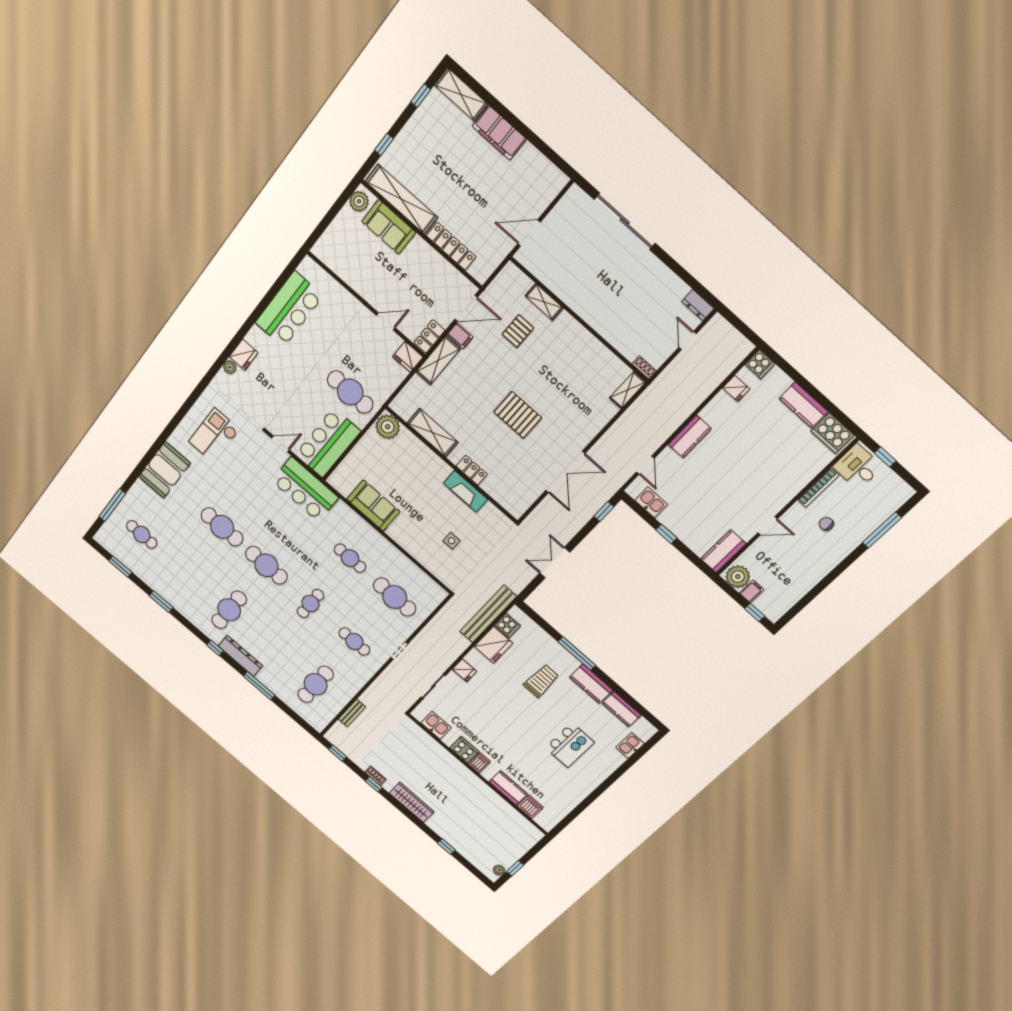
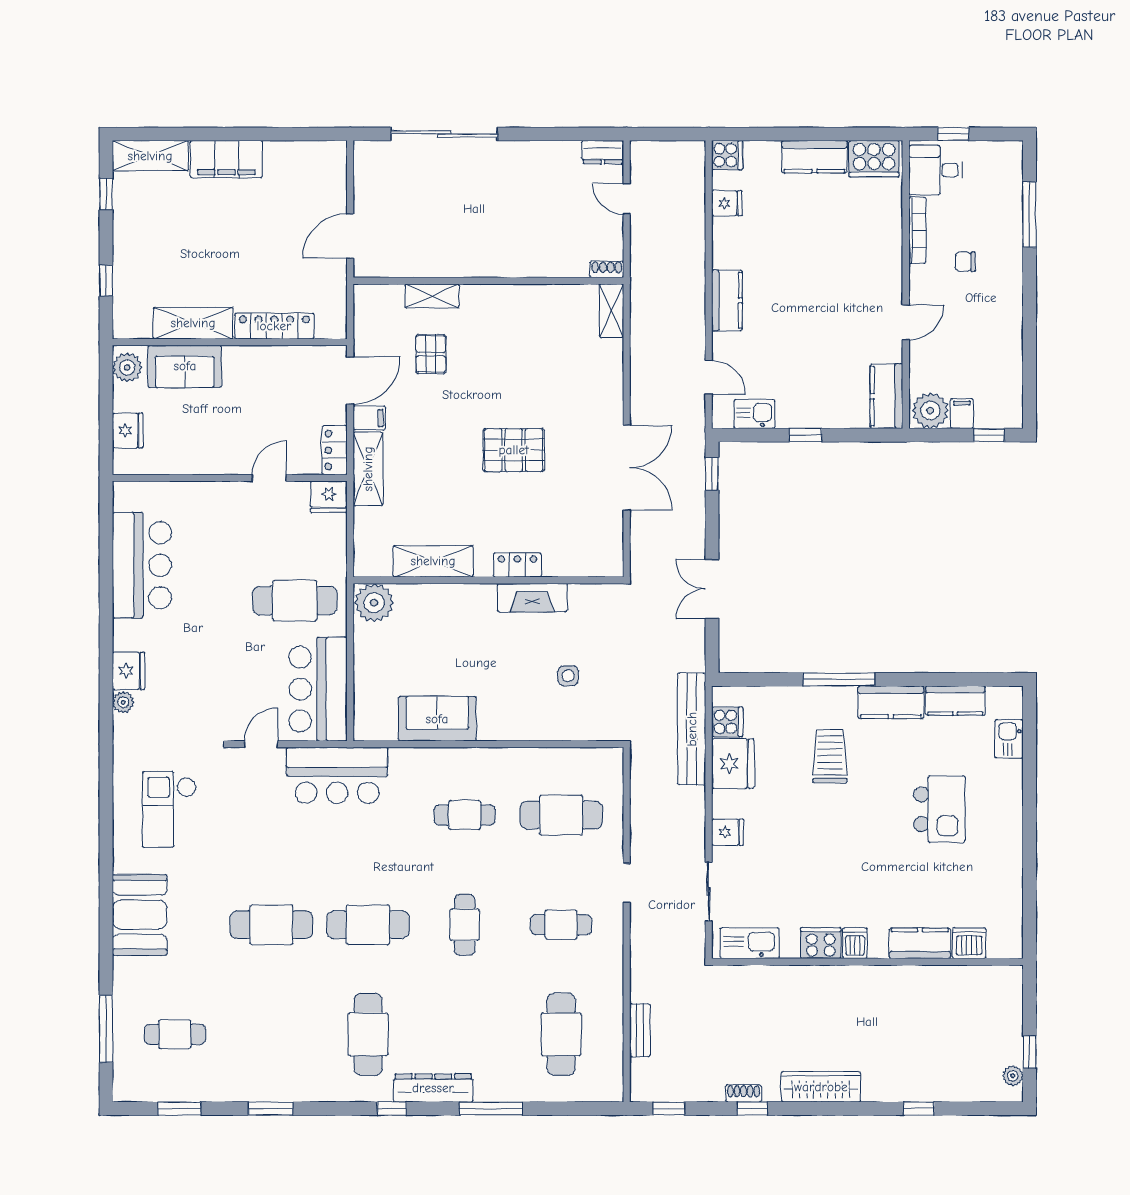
shelving: (401, 199) -> (193, 323), width x0.68
fridge: (334, 235) -> (128, 430), added
kitchen sink: (436, 725) -> (750, 943), width x1.38

